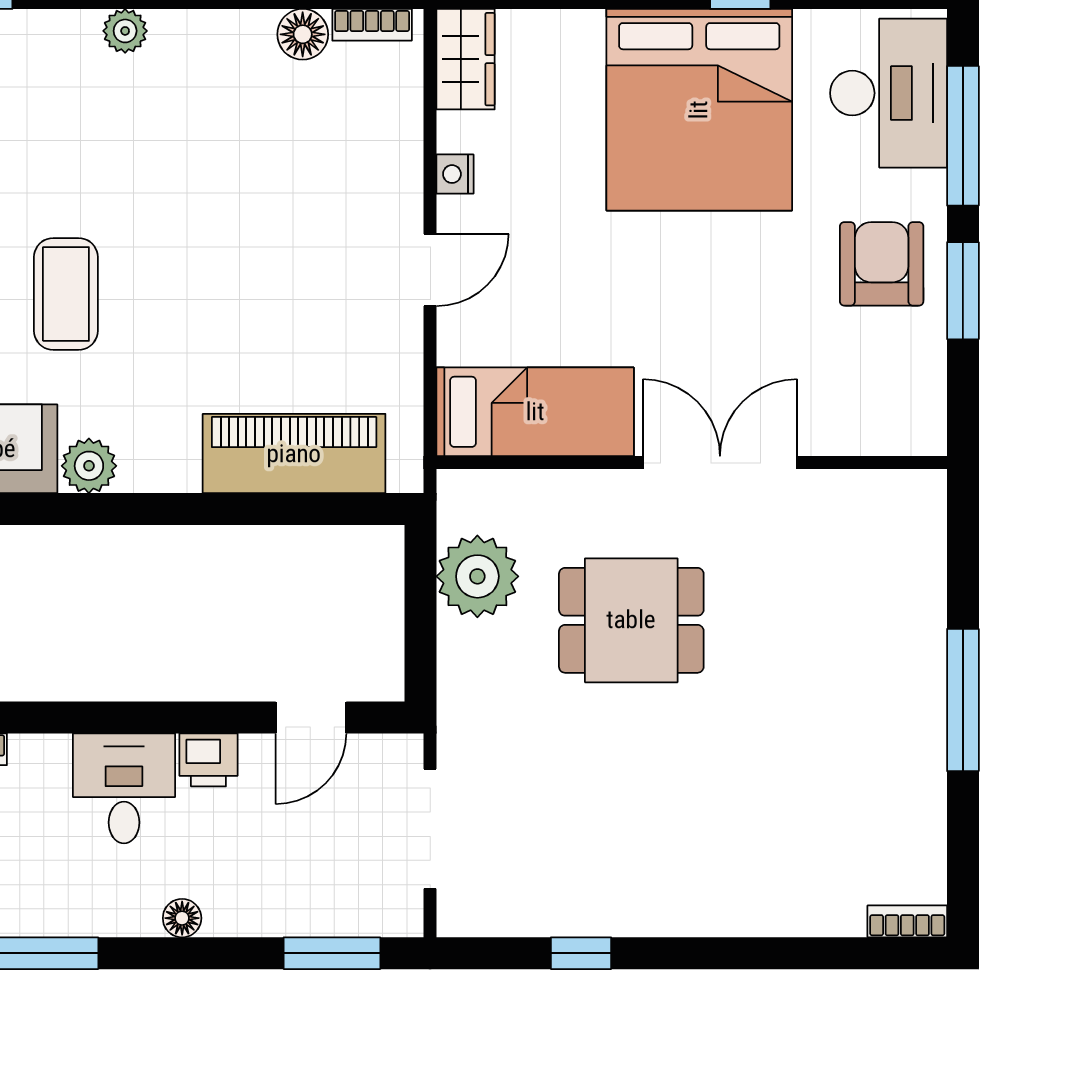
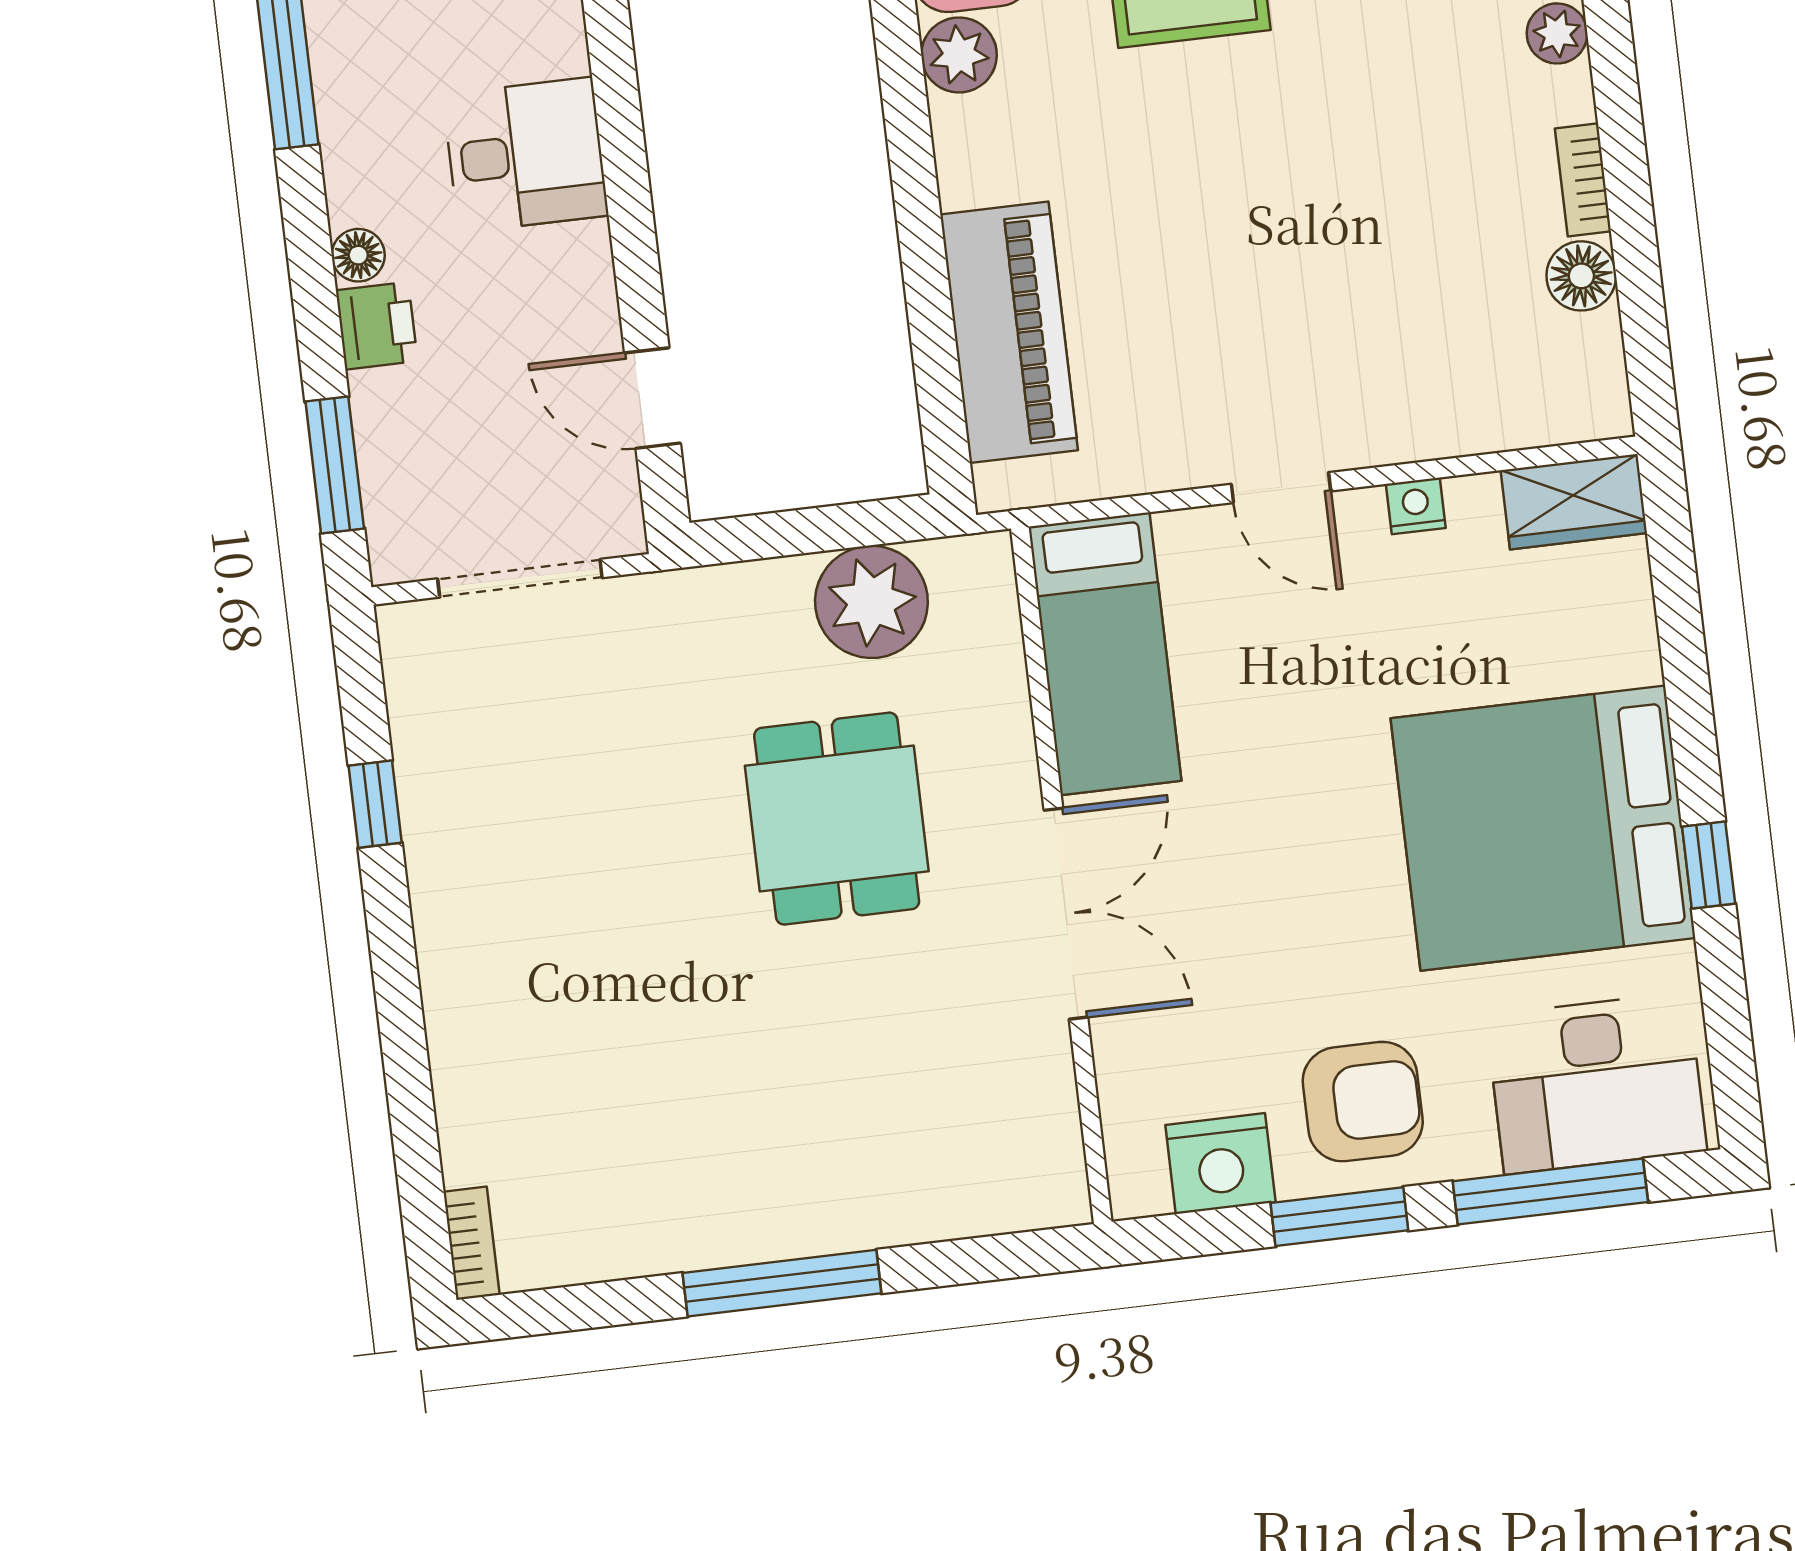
bookcase: (372, 25) -> (1583, 180), moved
nightstand: (914, 372) -> (1220, 1164), added
printer: (208, 760) -> (377, 326), moved, turned 180

